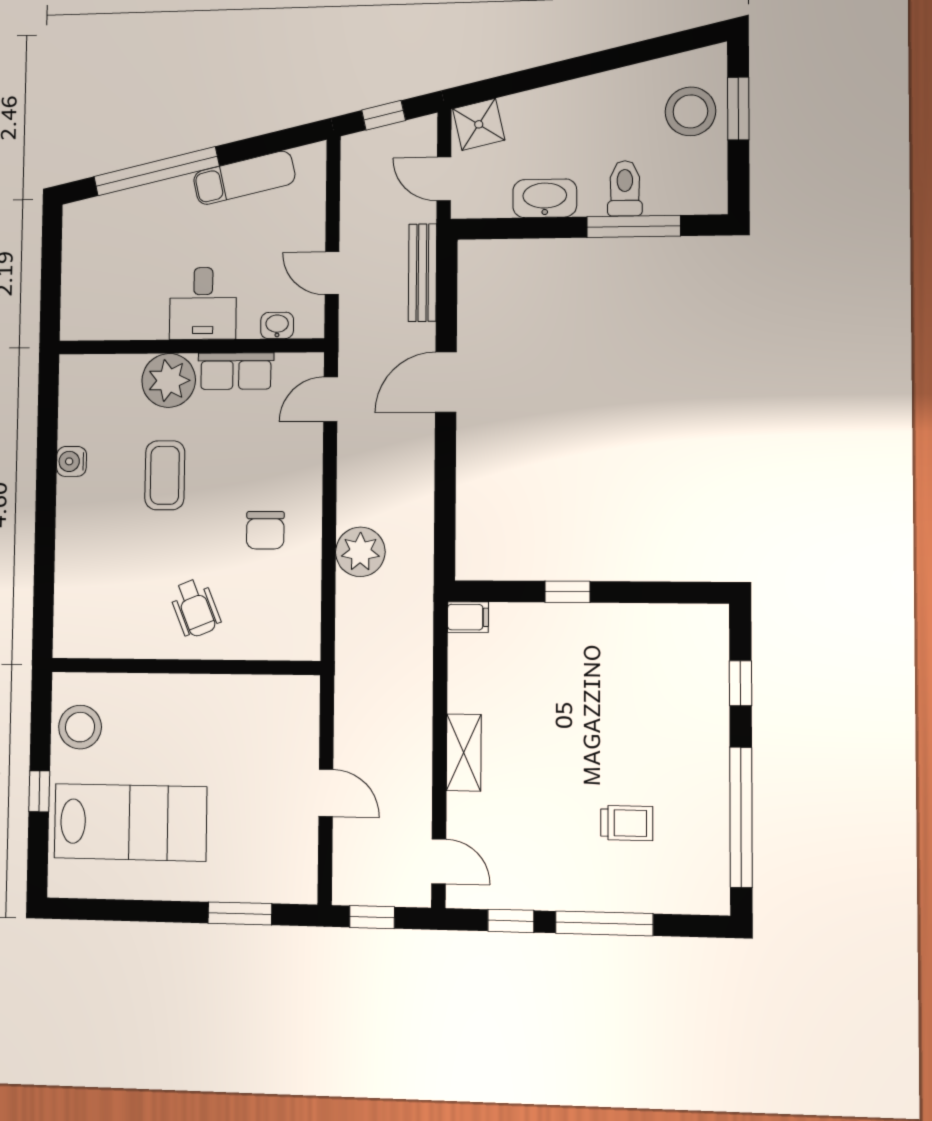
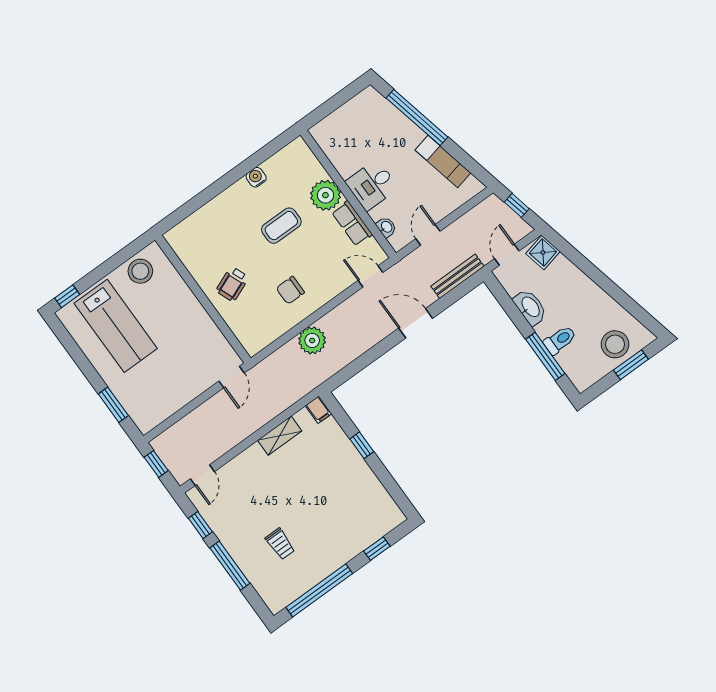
shelving: (464, 752) -> (280, 436), moved
window: (39, 791) -> (67, 296), moved
door: (326, 793) -> (232, 377), moved

